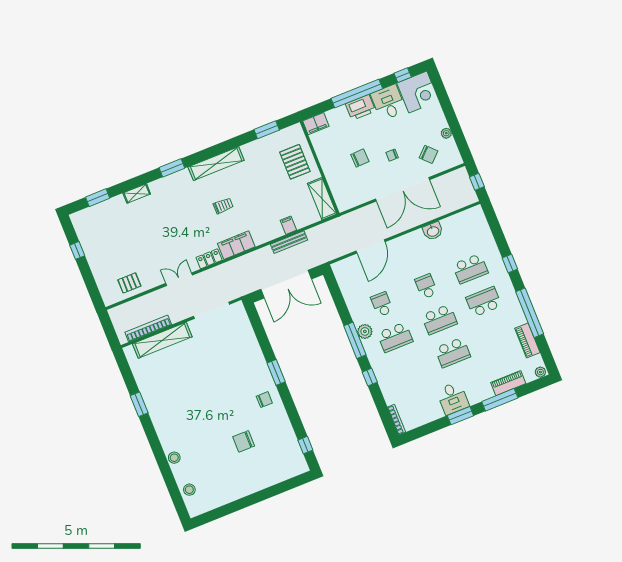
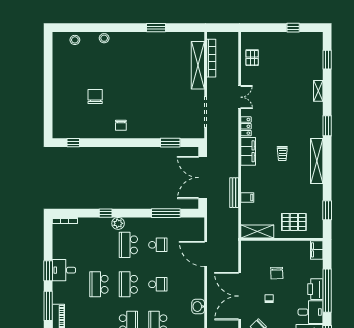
plant: (365, 331) -> (118, 223), moved
window: (355, 340) -> (166, 213), moved
window: (276, 372) -> (170, 143), moved

